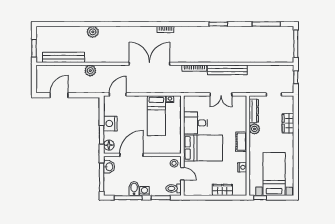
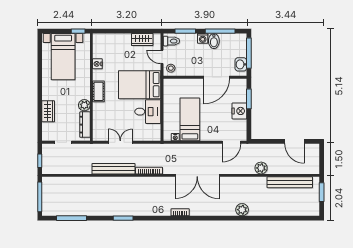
plant: (93, 32) -> (242, 210), moved
door: (59, 95) -> (295, 141), hinge flipped
floor lamp: (109, 145) -> (241, 88), removed
wardrobe: (222, 190) -> (142, 39), moved

